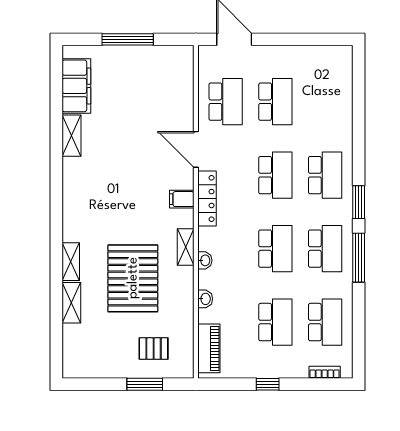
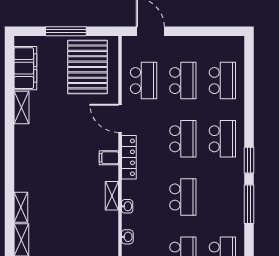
school desk: (325, 249) -> (222, 81), moved
pallet: (133, 278) -> (88, 67), moved

